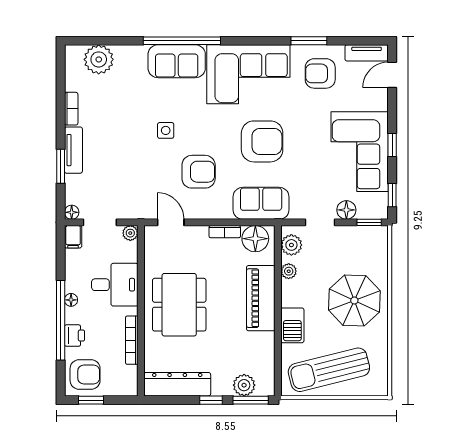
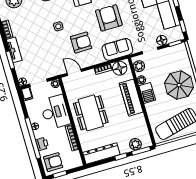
armchair: (262, 141) -> (109, 18), turned -90
desk: (115, 285) -> (55, 112), width x1.37
barbecue: (292, 325) -> (147, 93), moved

